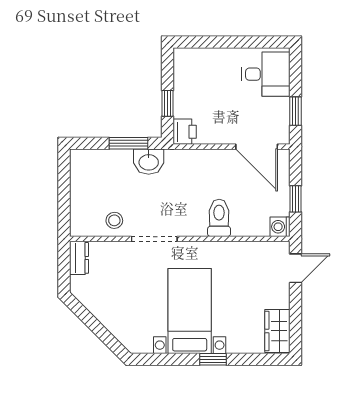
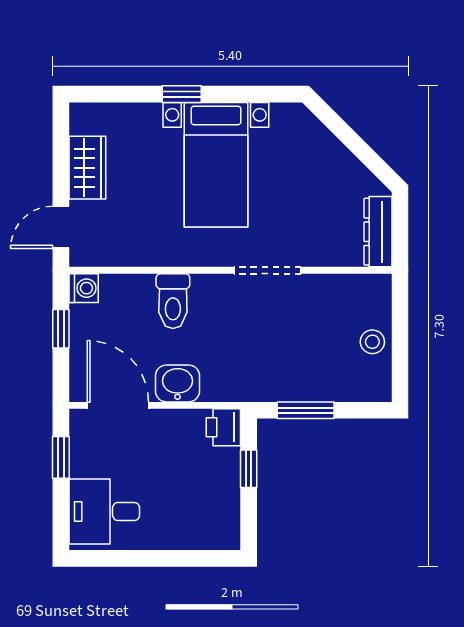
washbasin: (149, 162) -> (178, 383), moved
stool: (114, 220) -> (372, 342), moved
dresser: (79, 258) -> (378, 232), width x1.44
wardrobe: (277, 331) -> (87, 168), moved

